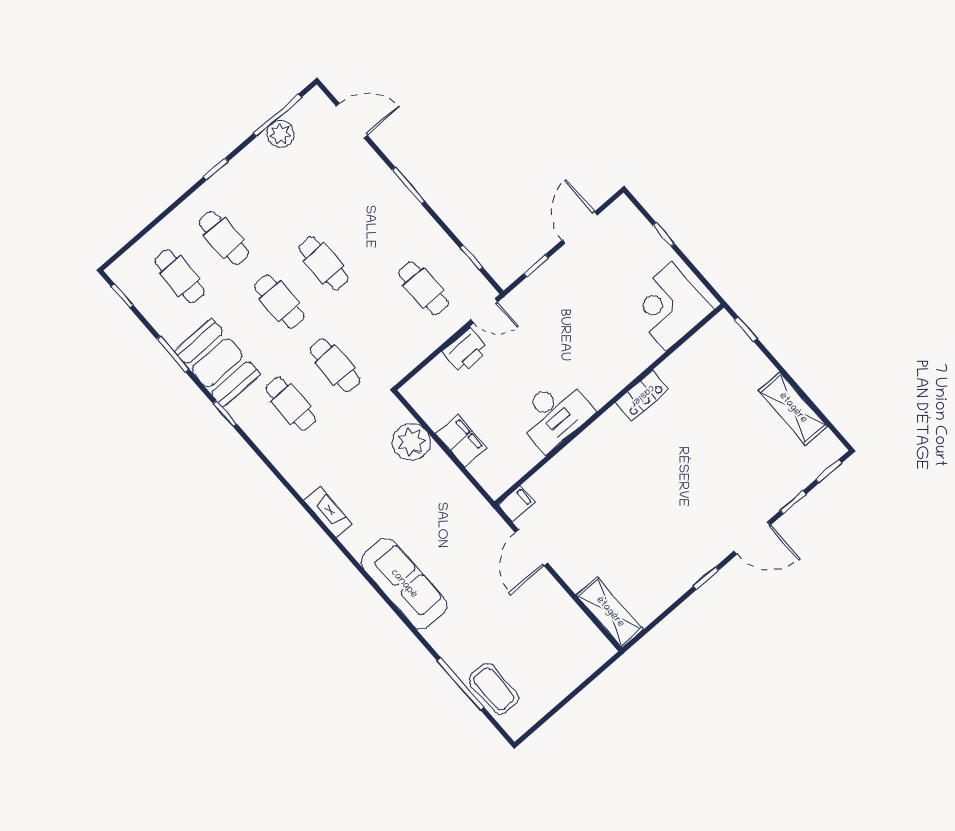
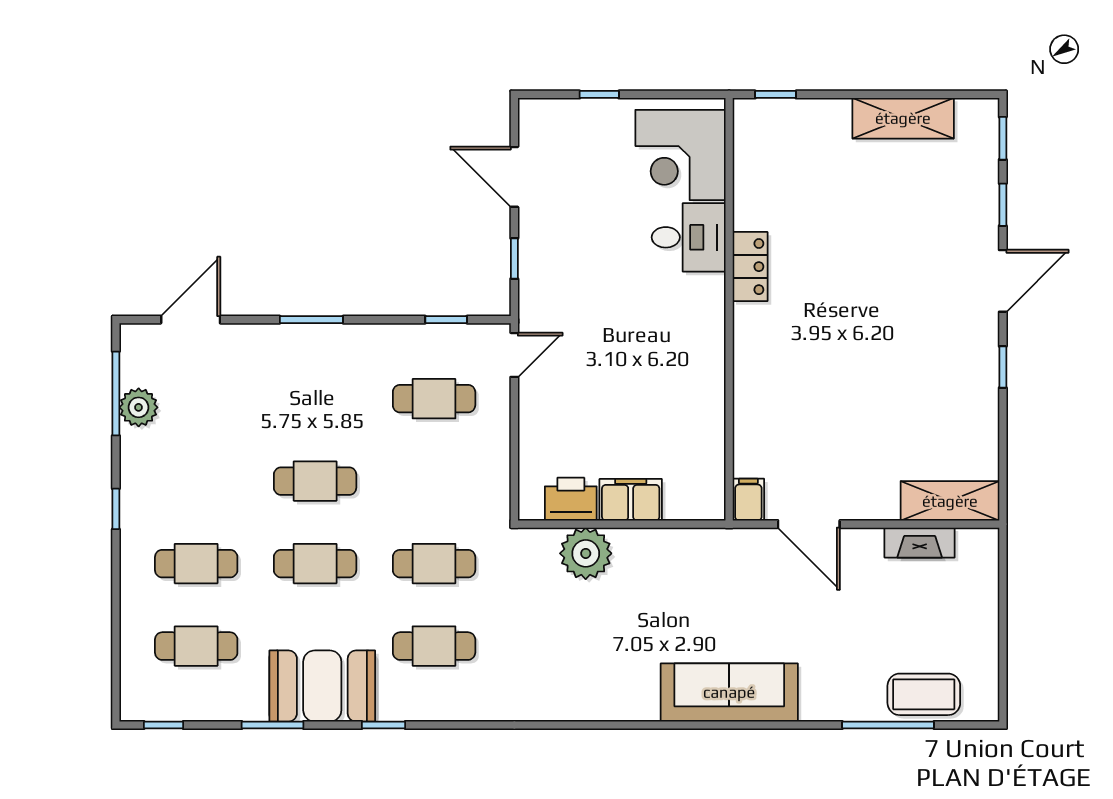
printer: (466, 351) -> (571, 499), moved, turned -90
desk: (554, 414) -> (689, 237), moved, width x0.73
fireplace: (328, 512) -> (920, 543), moved, turned 180

